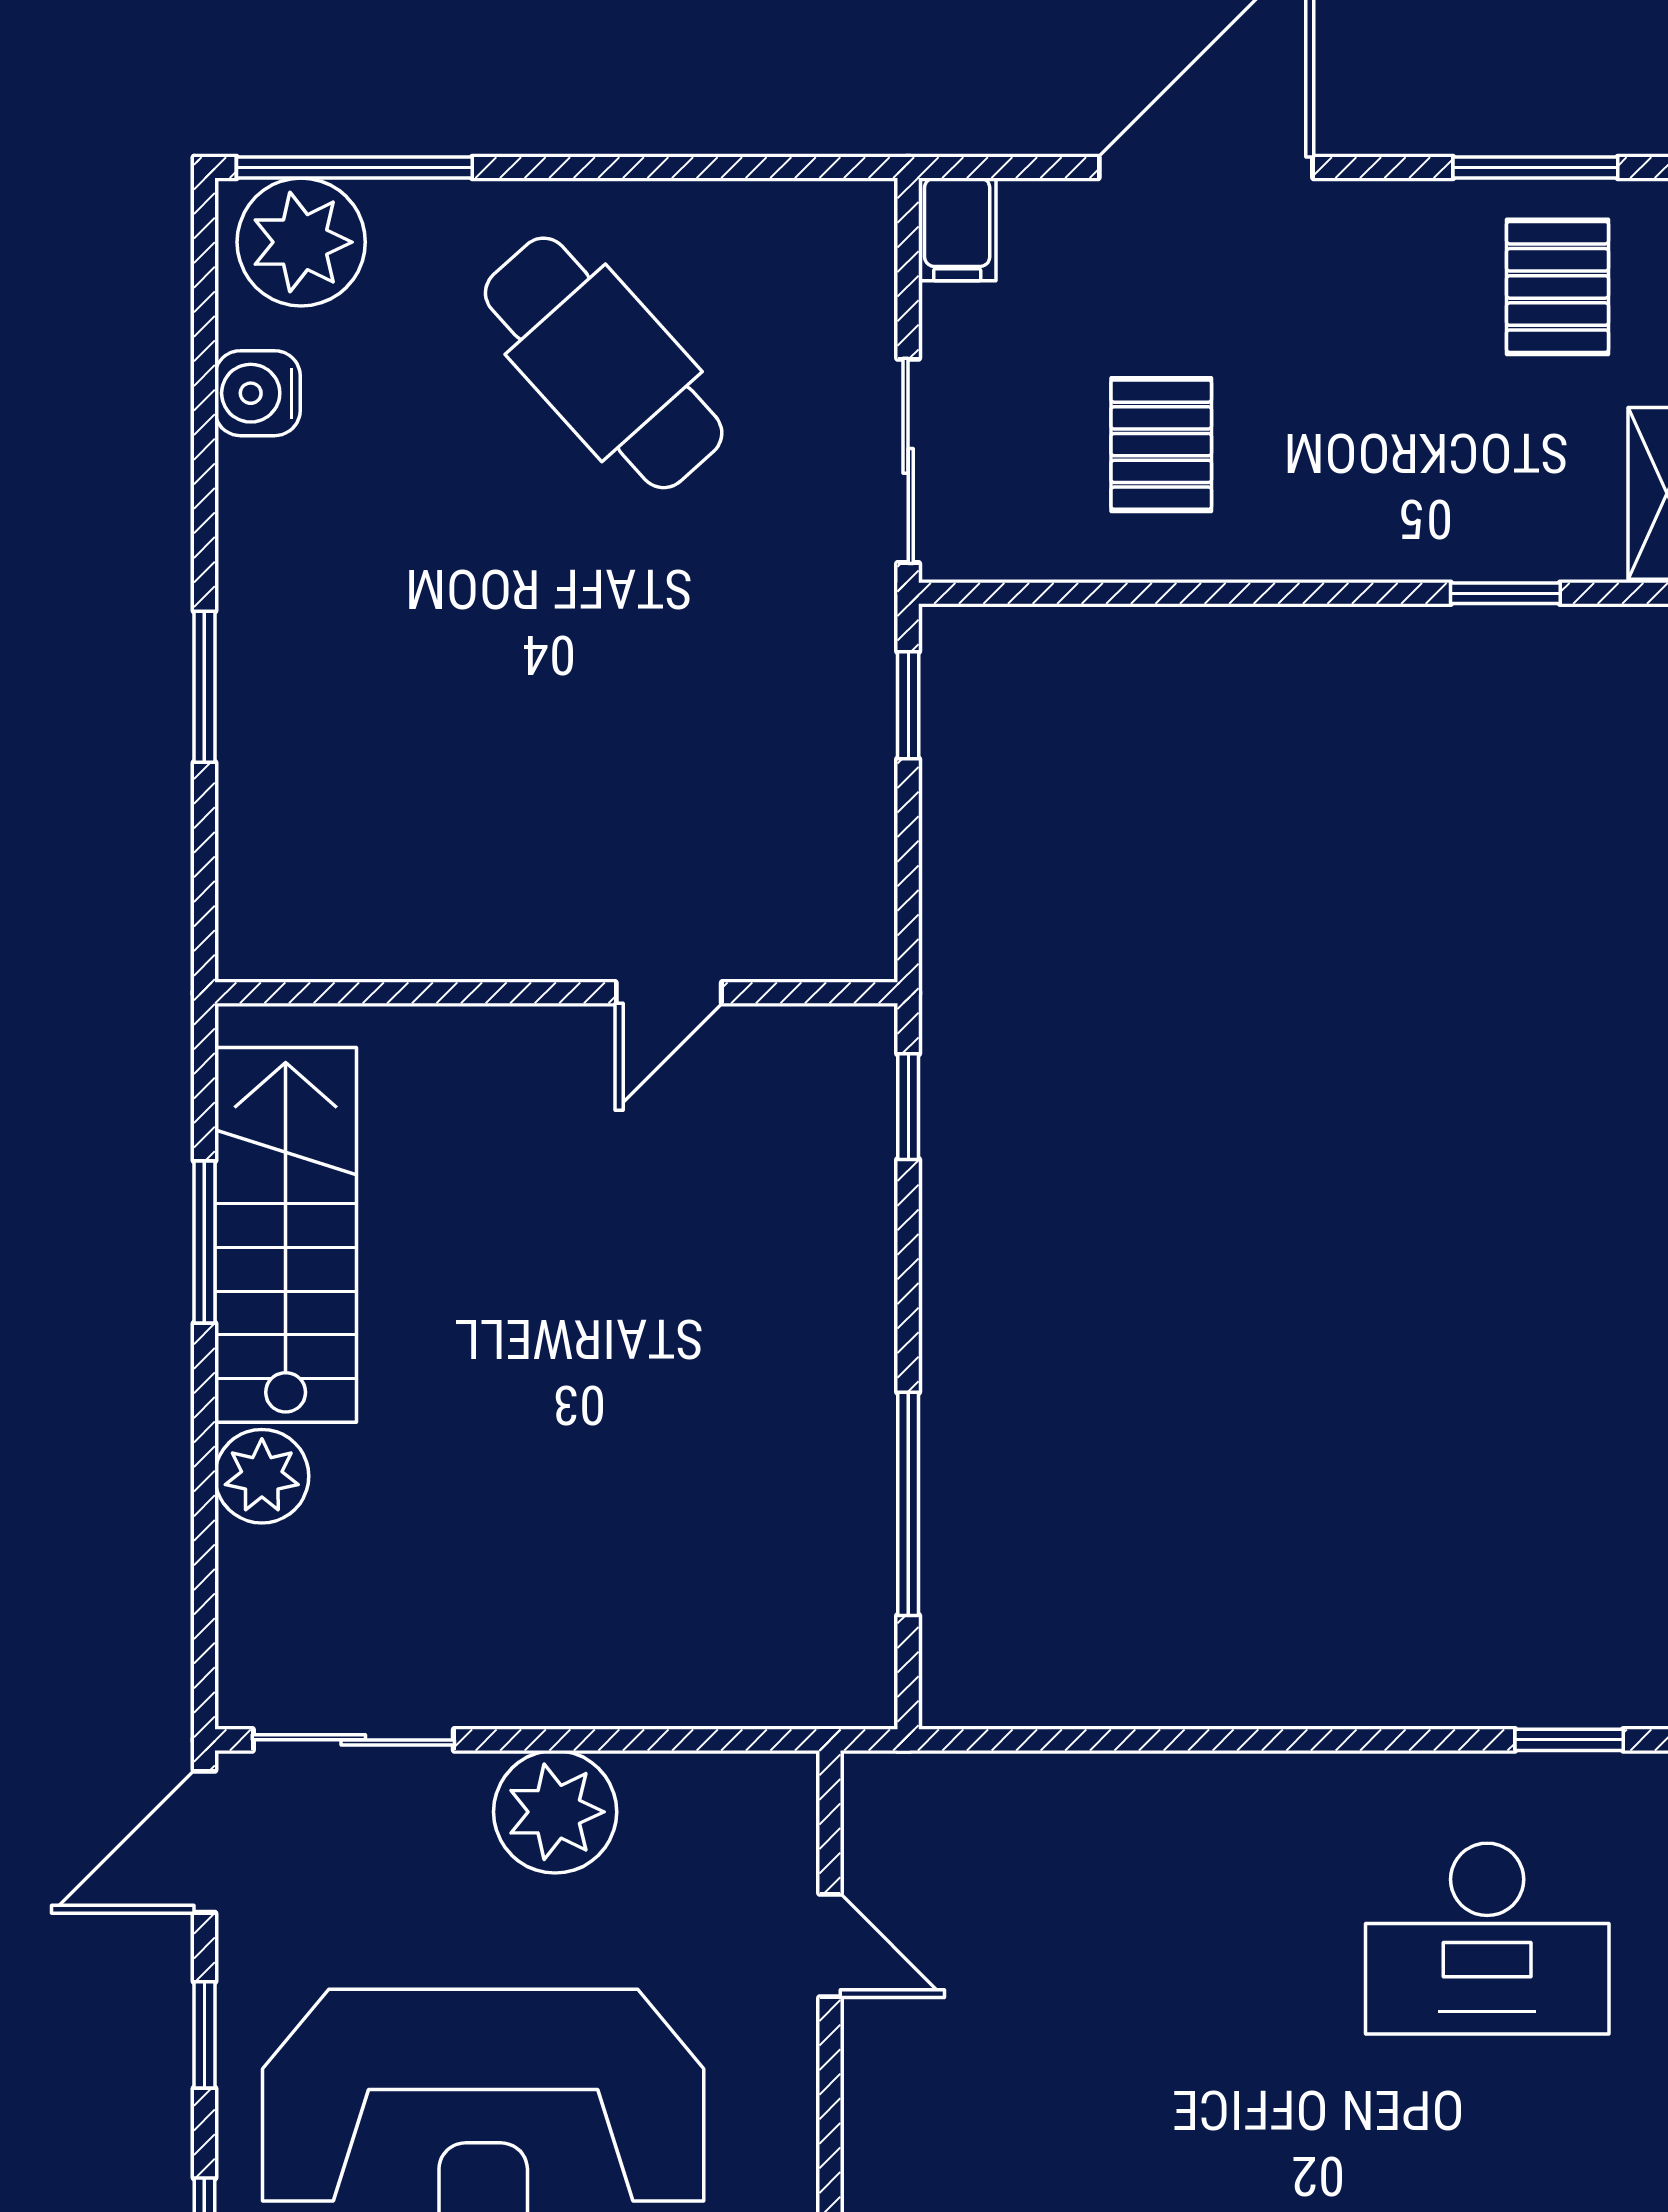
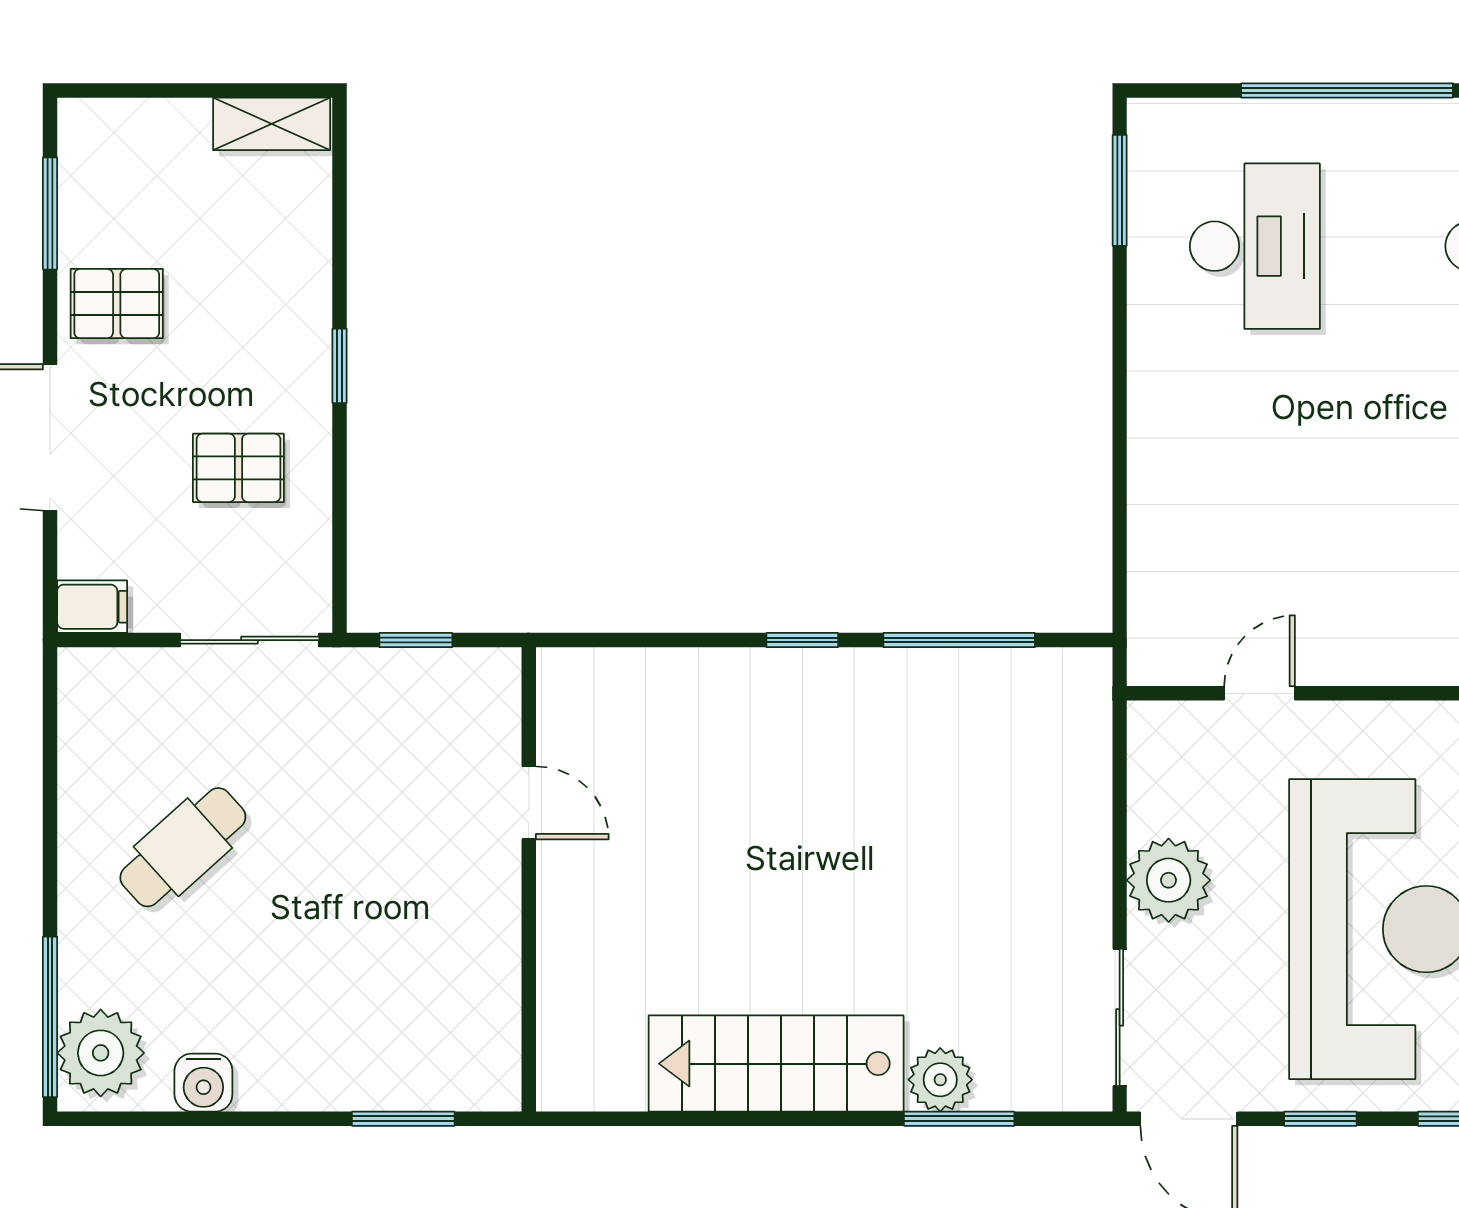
pallet: (1557, 287) -> (117, 304), moved
cafe table: (604, 363) -> (183, 847), width x0.73, depth x0.74
window: (1505, 593) -> (340, 366), moved
wall: (556, 993) -> (529, 879), moved
door: (669, 993) -> (529, 803), moved
window: (908, 1107) -> (802, 640), moved
window: (204, 1242) -> (959, 1119), moved
window: (1569, 1740) -> (1120, 190), width x1.50

